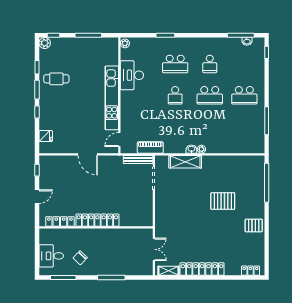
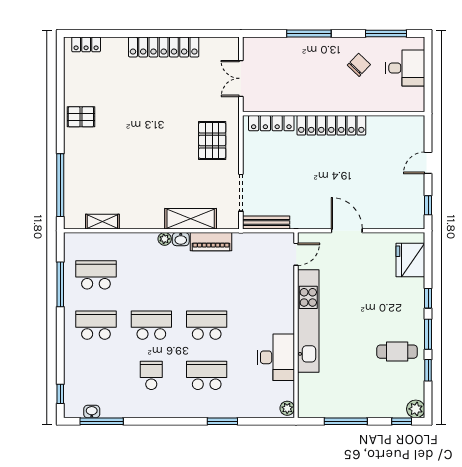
school desk: (175, 95) -> (207, 325), width x1.85
school desk: (244, 127) -> (96, 275), added
fridge: (46, 136) -> (410, 260), width x1.88, depth x1.34
piano: (150, 148) -> (211, 242), moved
pallet: (223, 201) -> (212, 140), moved, turned 90
locker: (60, 221) -> (271, 123), moved
shelving: (168, 271) -> (102, 222), moved

